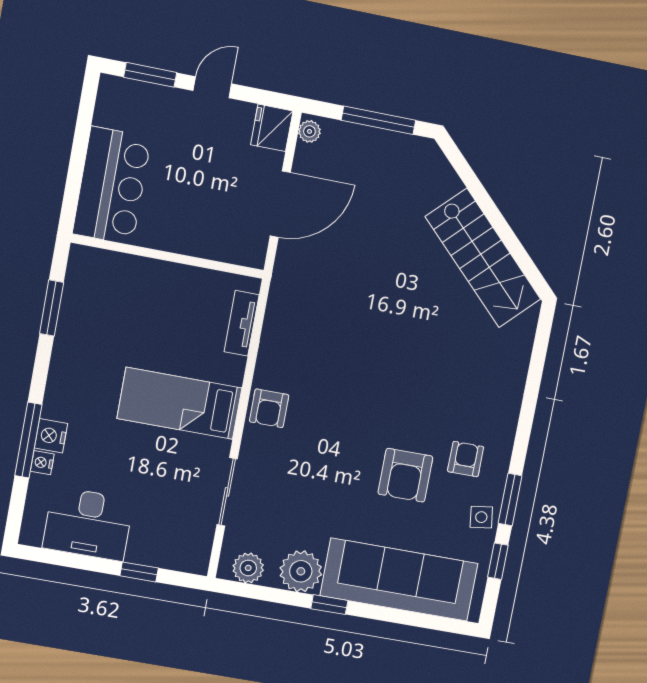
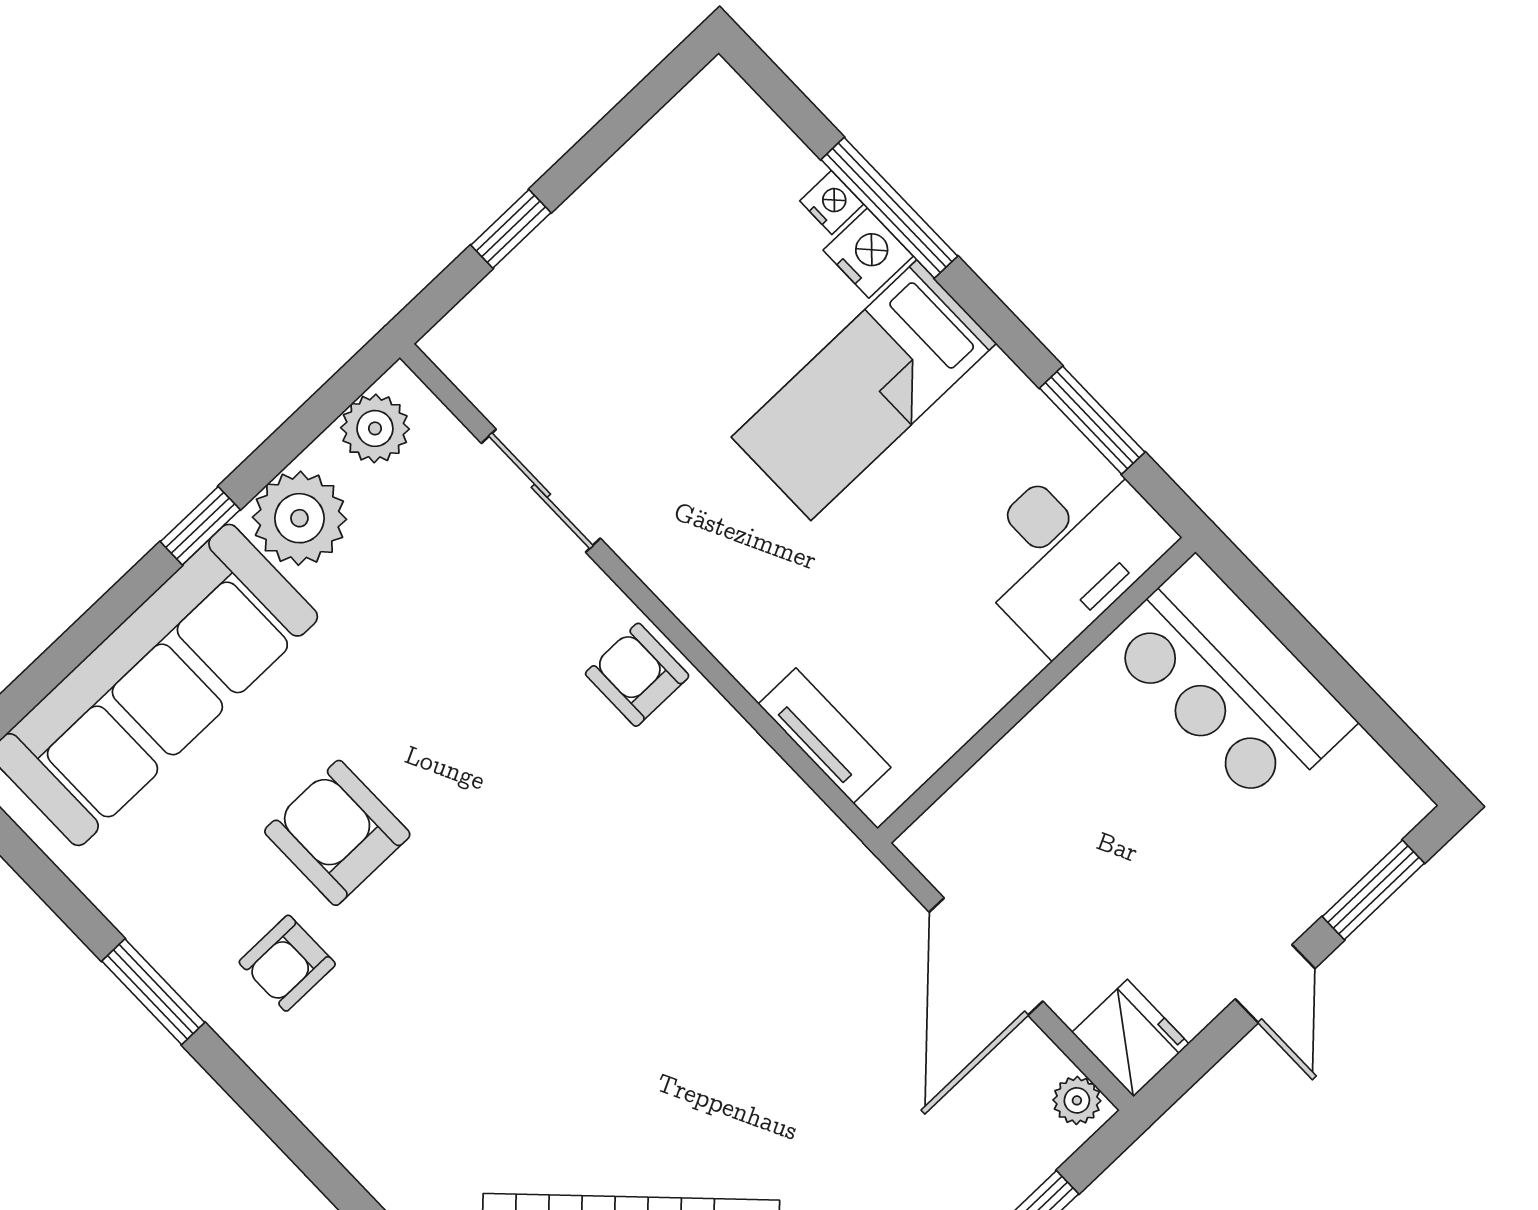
bed: (180, 403) -> (864, 390), moved, turned 180
armchair: (466, 459) -> (287, 963), turned 90
side table: (481, 517) -> (159, 916), removed
desk: (88, 524) -> (1069, 549), moved, turned 180
window: (498, 561) -> (55, 889), removed

